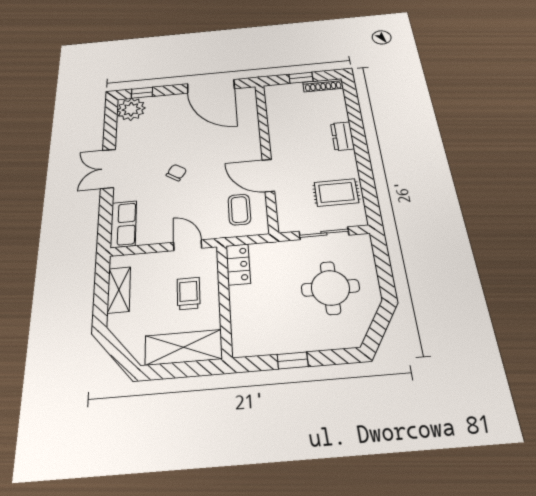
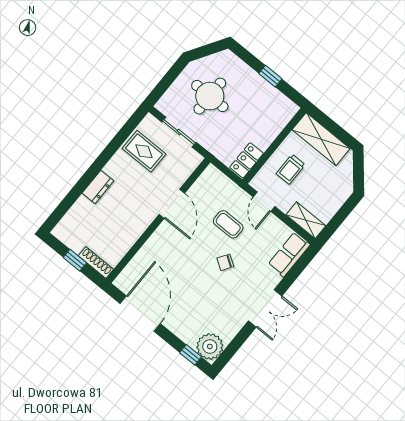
shoe rack: (323, 85) -> (96, 263), moved
coffee table: (239, 210) -> (228, 224), moved, turned 90
shelving: (119, 290) -> (306, 220), moved, turned 90

